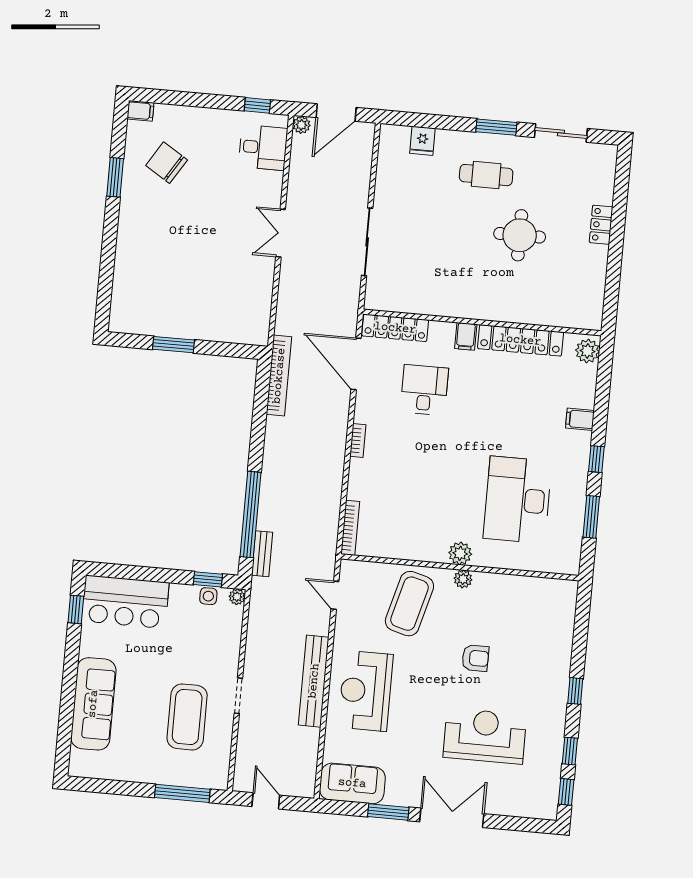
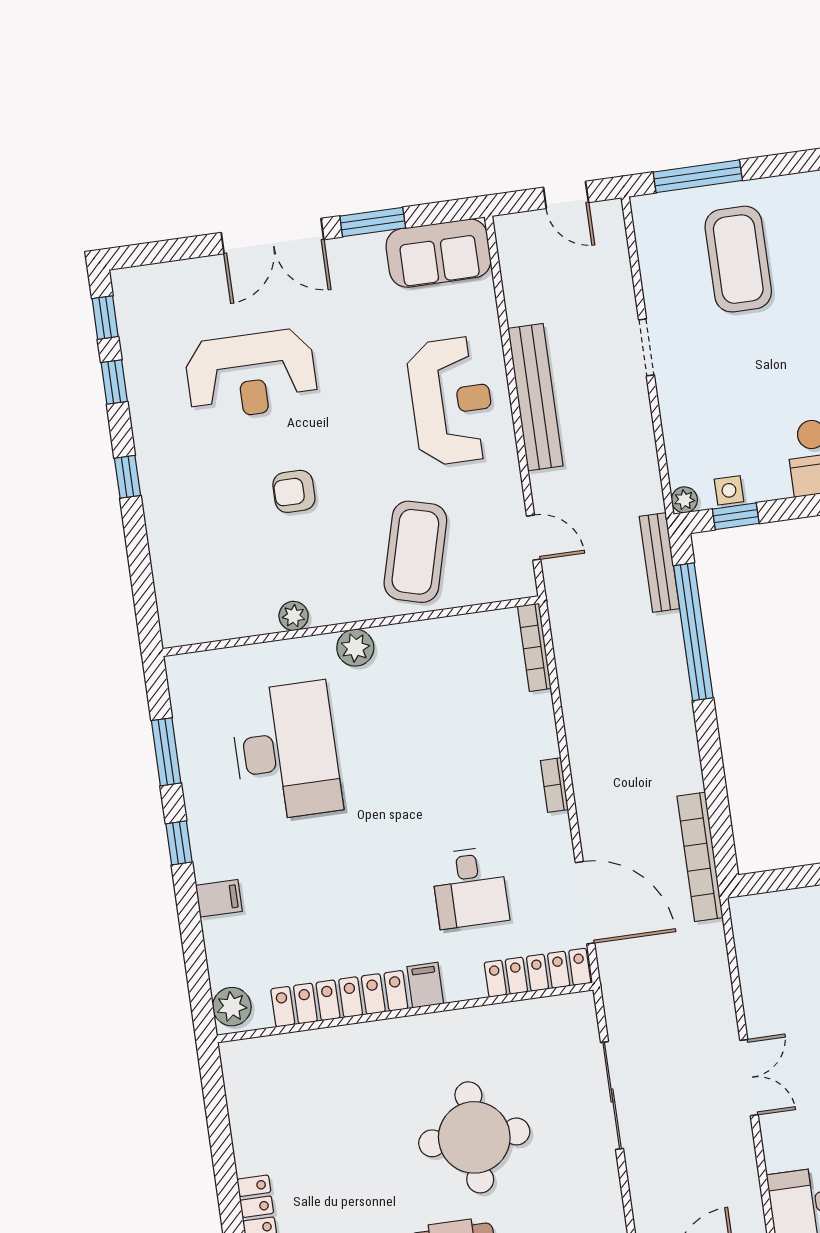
round table: (520, 235) -> (474, 1137), moved, width x1.36, depth x1.36
bench: (262, 554) -> (659, 563), width x1.36
plant: (463, 579) -> (294, 616), moved
coffee table: (187, 717) -> (738, 259), moved

